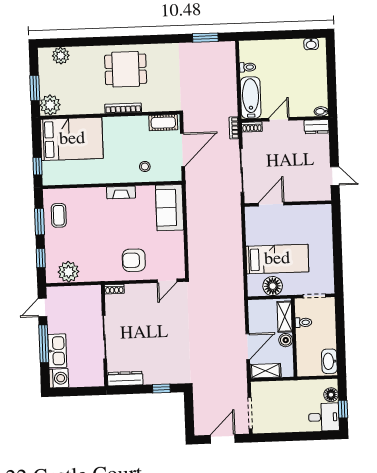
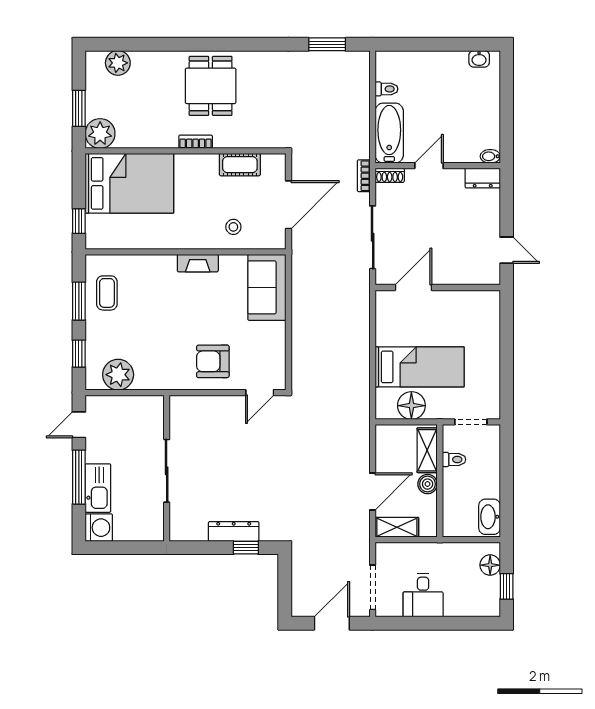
dining table: (126, 69) -> (211, 86), turned 90
bookcase: (123, 108) -> (196, 142), width x0.64
cot: (163, 123) -> (240, 165), moved
shoe rack: (114, 289) -> (183, 402), removed
dresser: (125, 379) -> (234, 531), moved
desk: (324, 417) -> (423, 595), moved, turned 90

